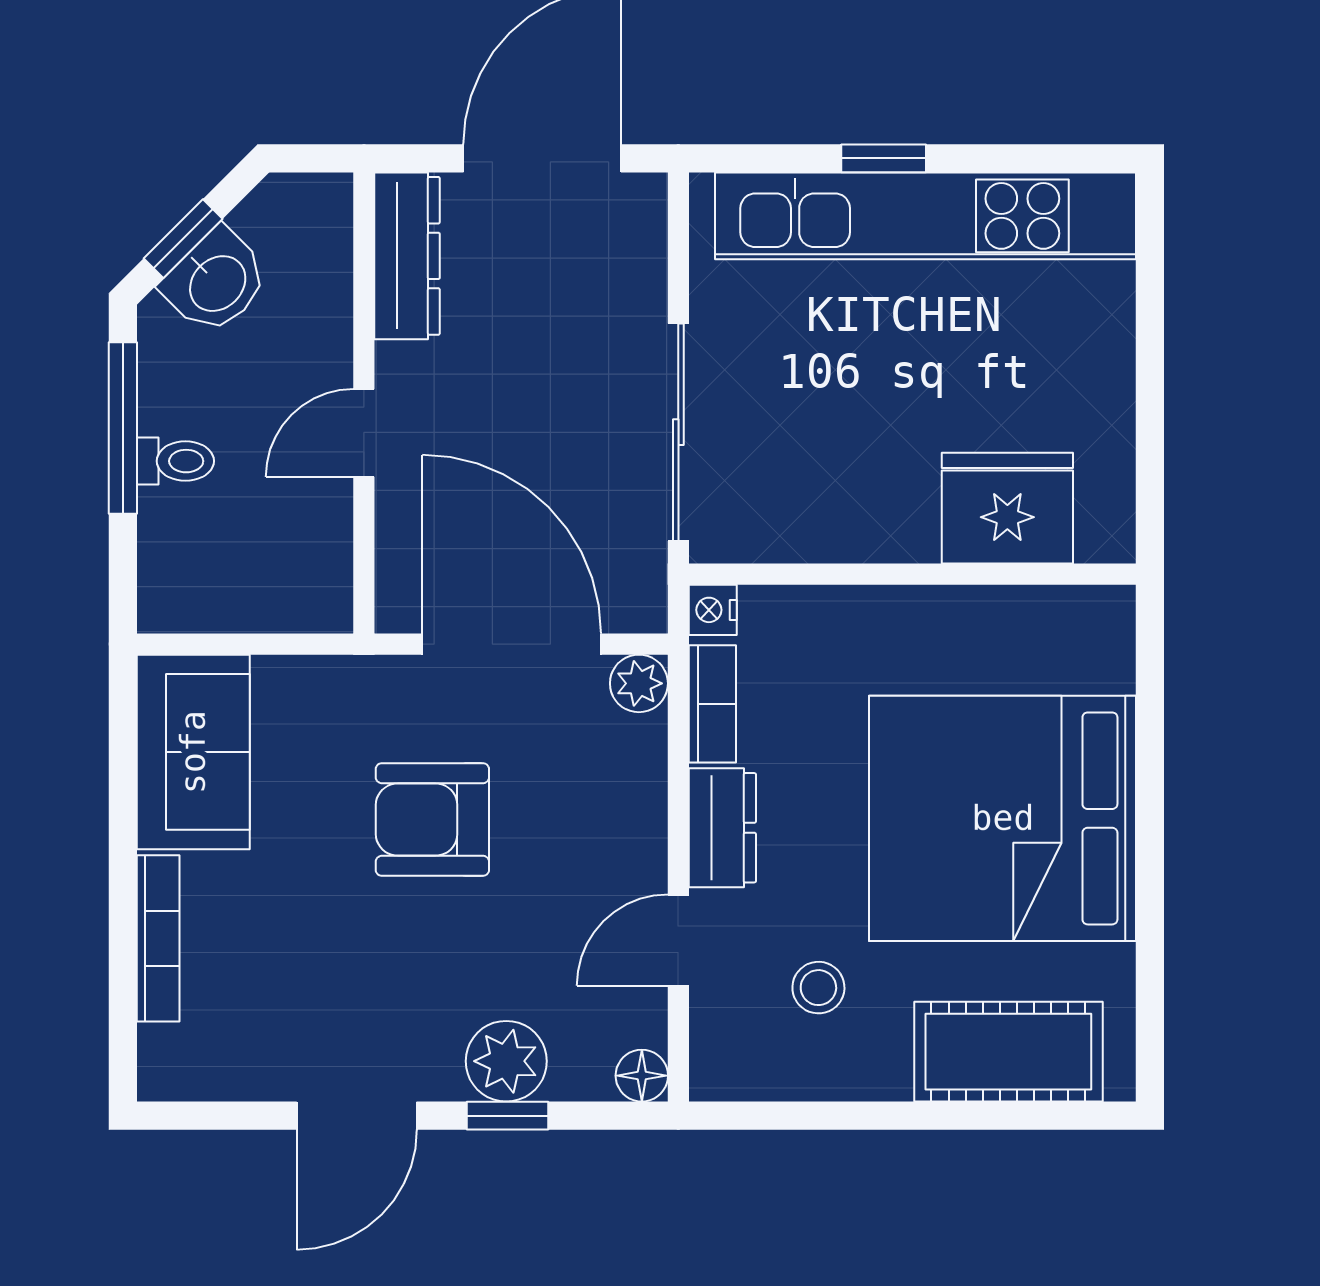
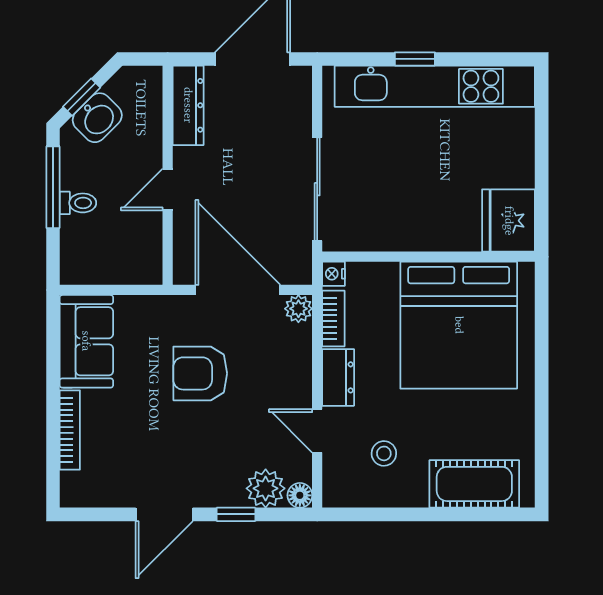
fridge: (1007, 508) -> (509, 221), moved, turned -90
bed: (1003, 818) -> (459, 325), moved, turned -90
door: (678, 940) -> (317, 431), hinge flipped
plant: (506, 1061) -> (266, 488), moved

